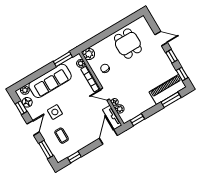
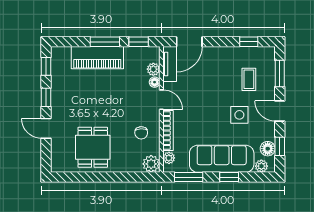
window: (40, 73) -> (229, 177), added
piano: (168, 89) -> (97, 58), moved
window: (171, 100) -> (105, 42), moved
door: (33, 128) -> (280, 111), hinge flipped

